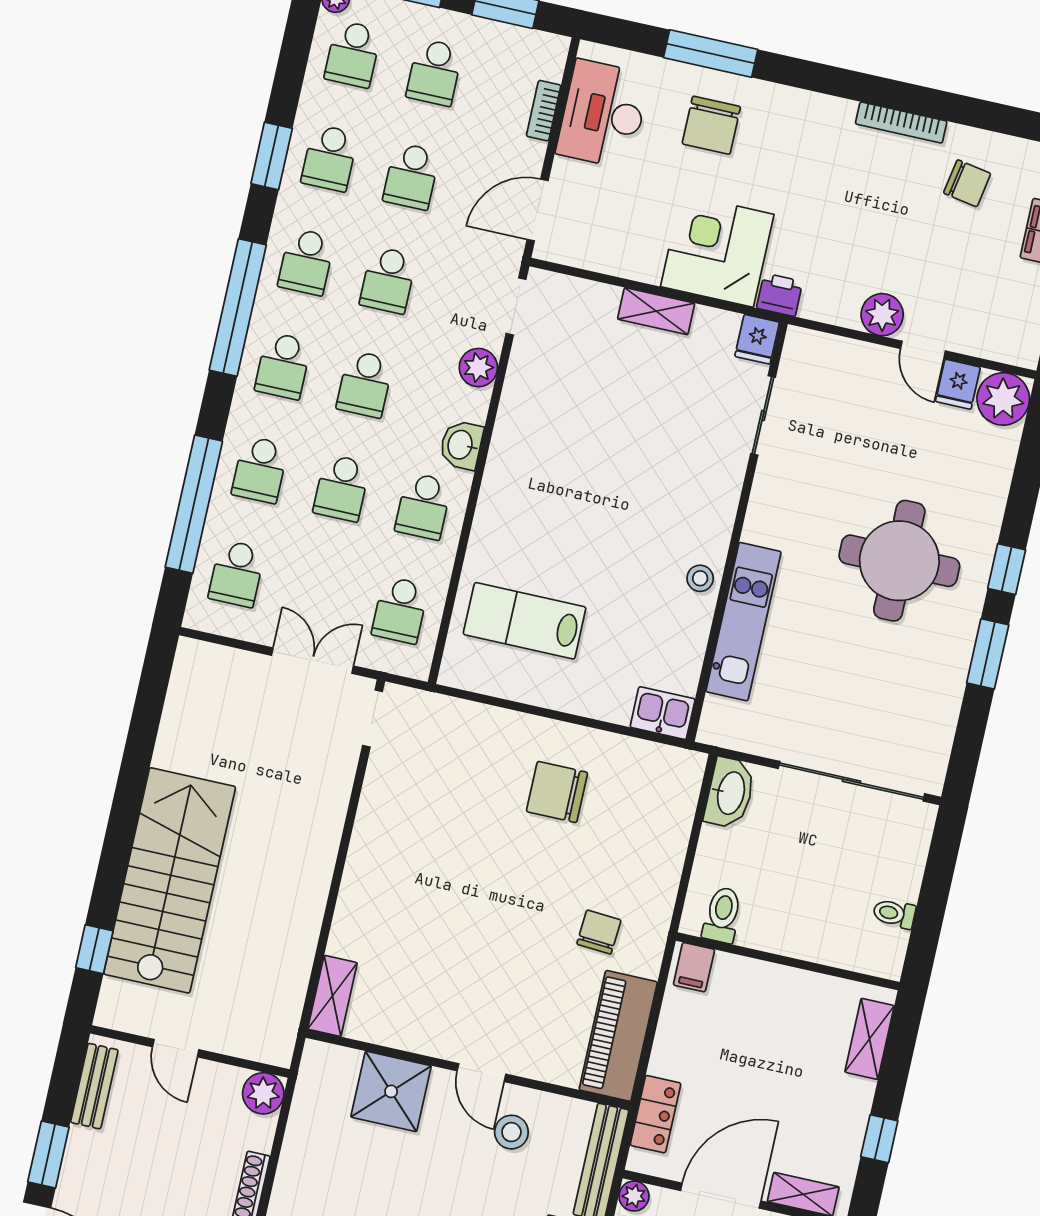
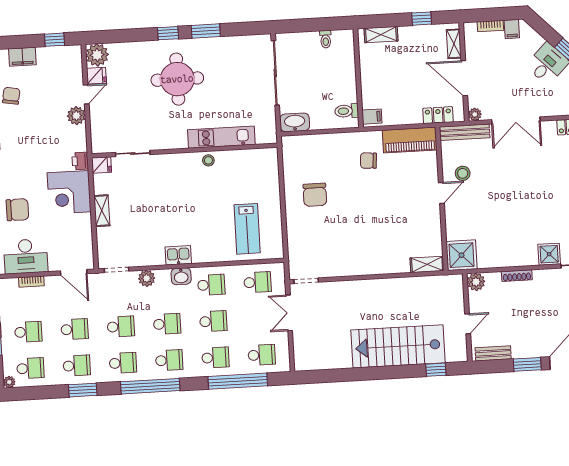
kitchen sink: (663, 713) -> (178, 255), moved, turned 90
shower: (391, 1091) -> (462, 255), moved

